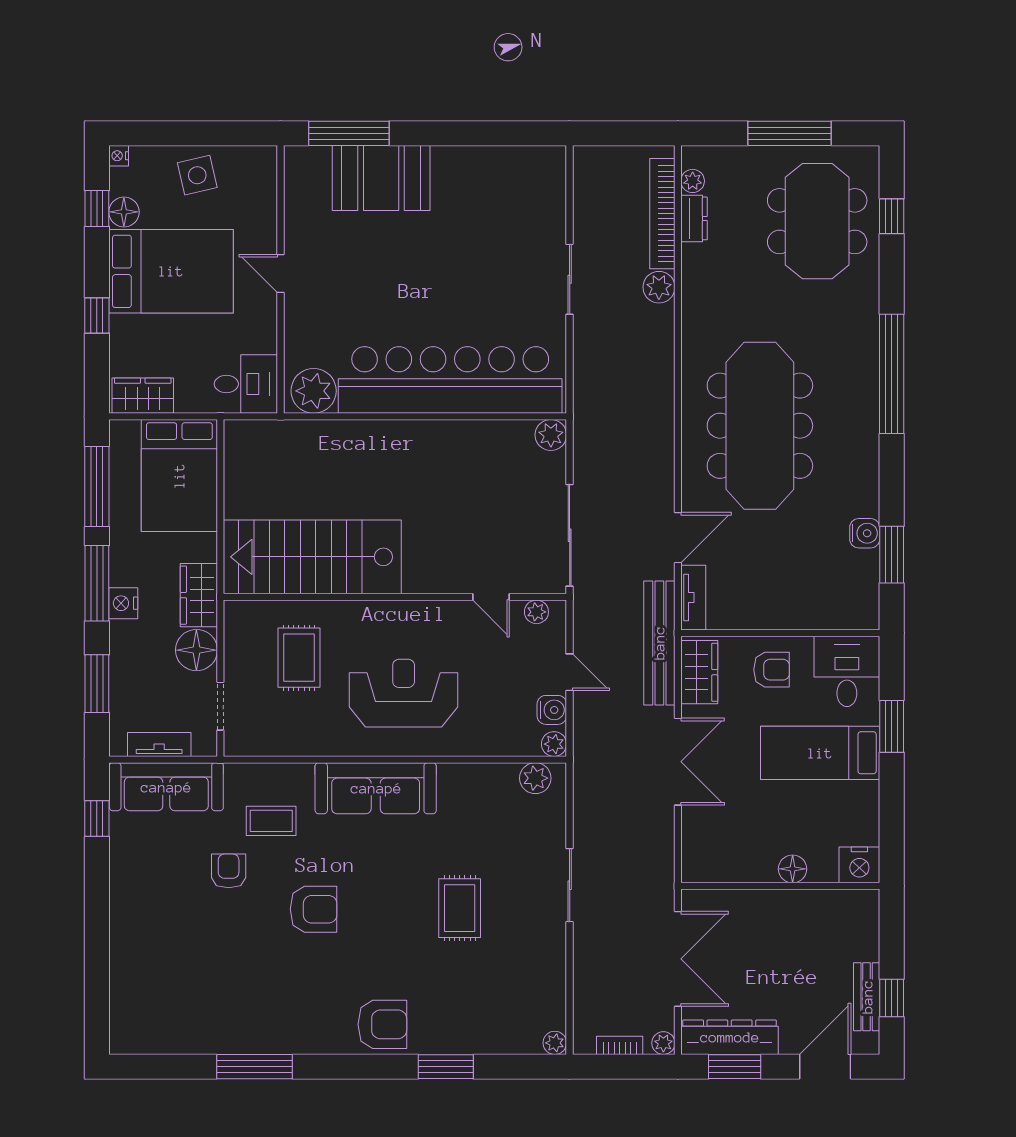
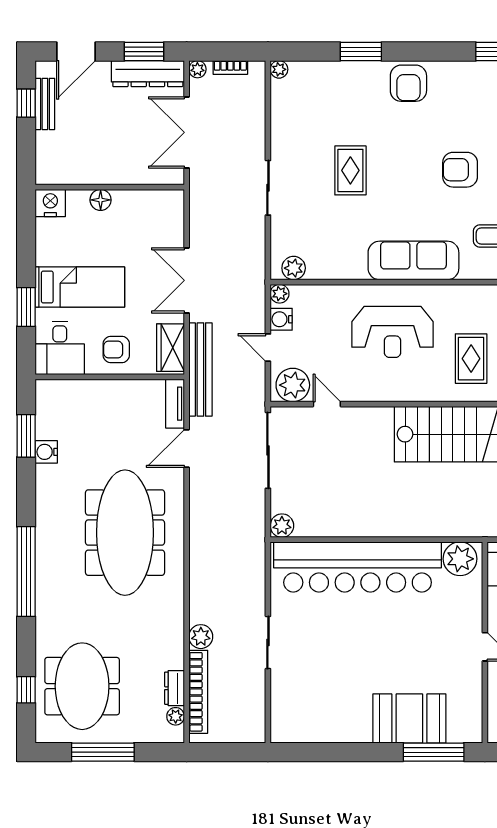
plant: (536, 612) -> (293, 385), width x1.88, depth x1.88
armchair: (382, 1024) -> (408, 83), turned -90

